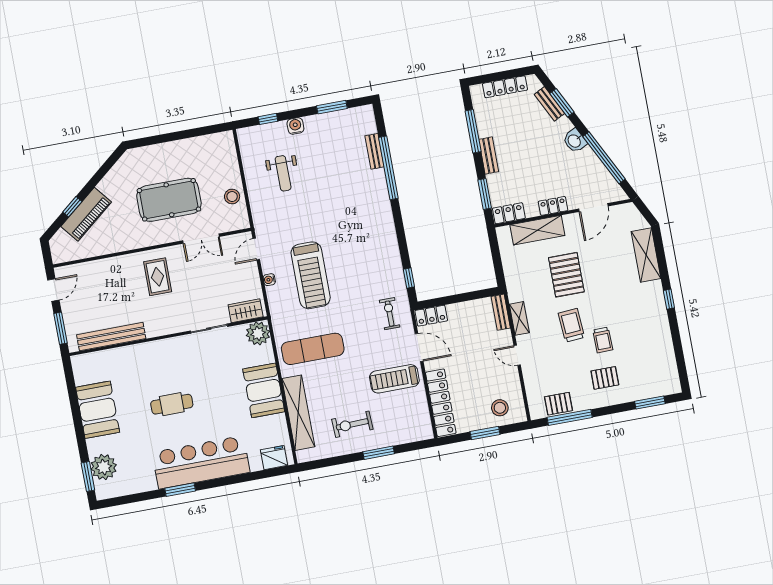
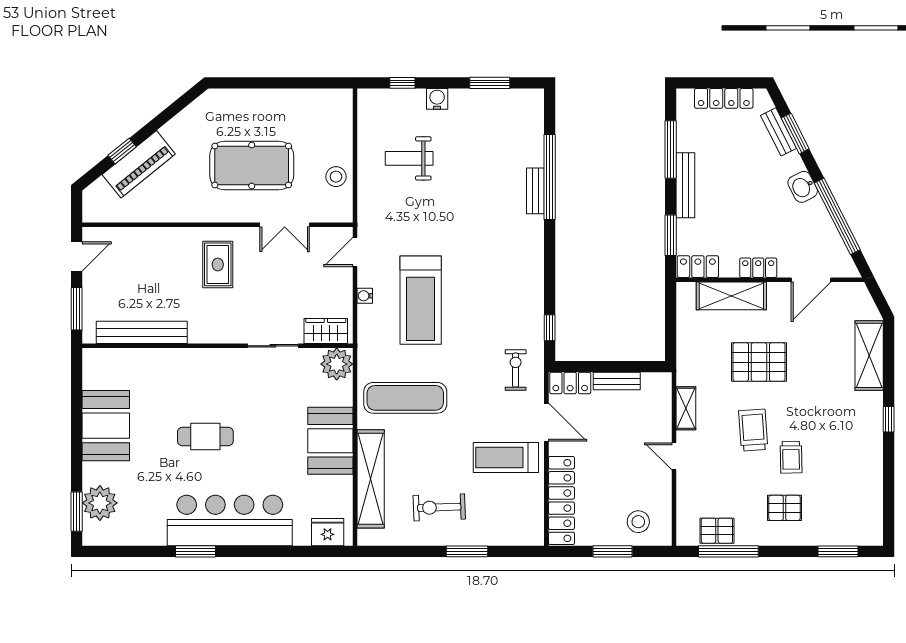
bench: (374, 151) -> (535, 191), moved
bench: (489, 155) -> (685, 185), width x1.36
weight bench: (283, 173) -> (409, 158), turned 90
pallet: (566, 275) -> (759, 362), turned 90
bench: (501, 312) -> (617, 381), moved, turned 90

